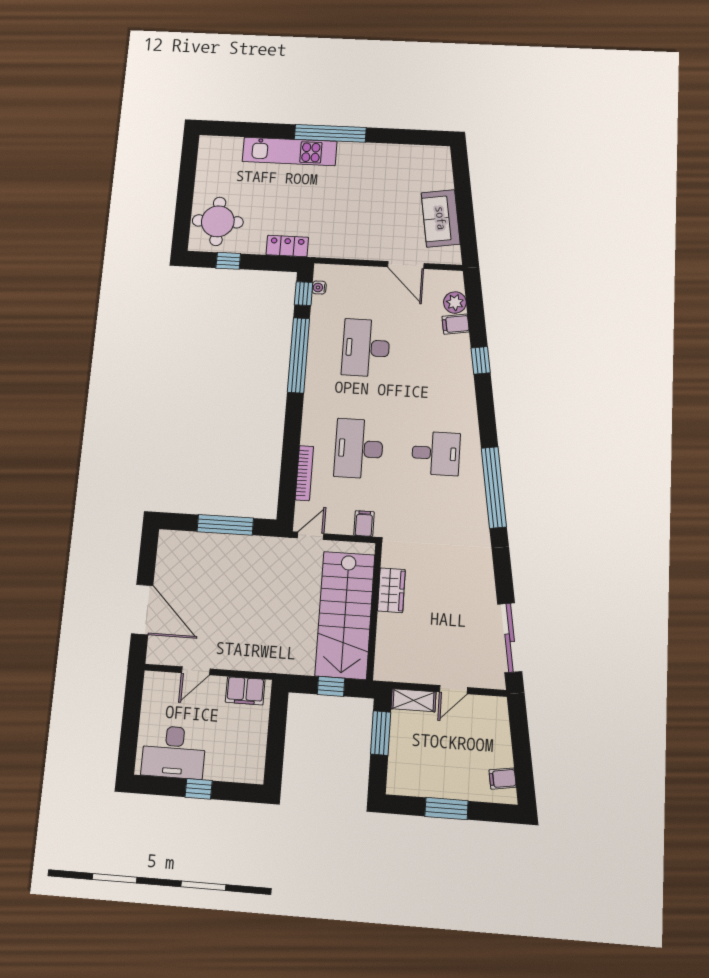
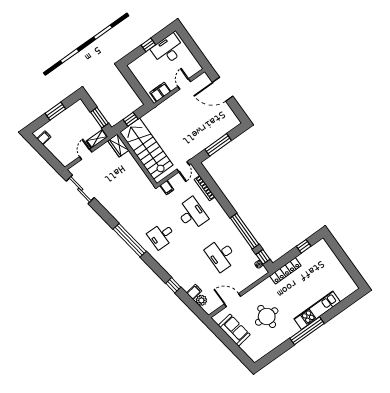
round table: (218, 221) -> (267, 316), moved
locker: (287, 246) -> (285, 271), width x1.53
desk: (366, 348) -> (221, 255), turned 180
wardrobe: (391, 590) -> (118, 145), moved

